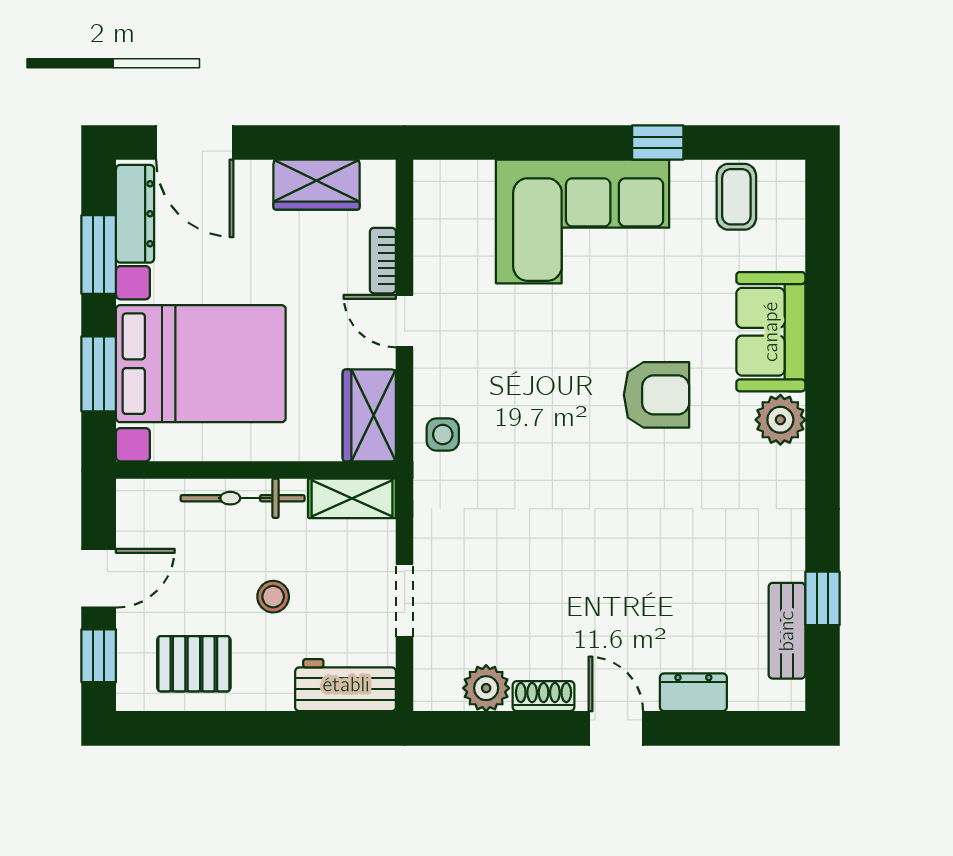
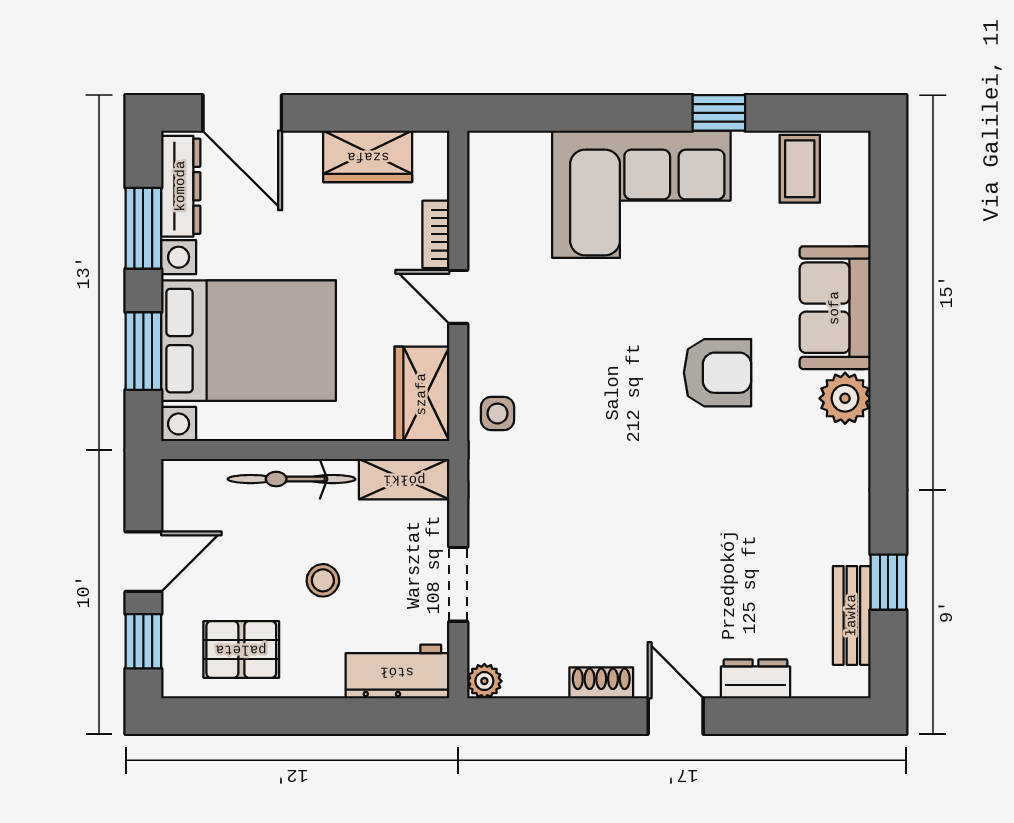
plant: (486, 688) -> (484, 681), moved, width x0.73, depth x0.73

